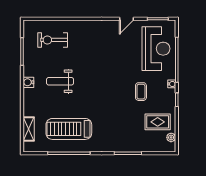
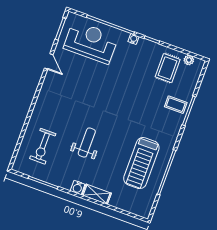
weight bench: (60, 81) -> (87, 142), moved, turned 180
coffee table: (141, 92) -> (176, 105), moved
shelving: (29, 129) -> (97, 194), moved

